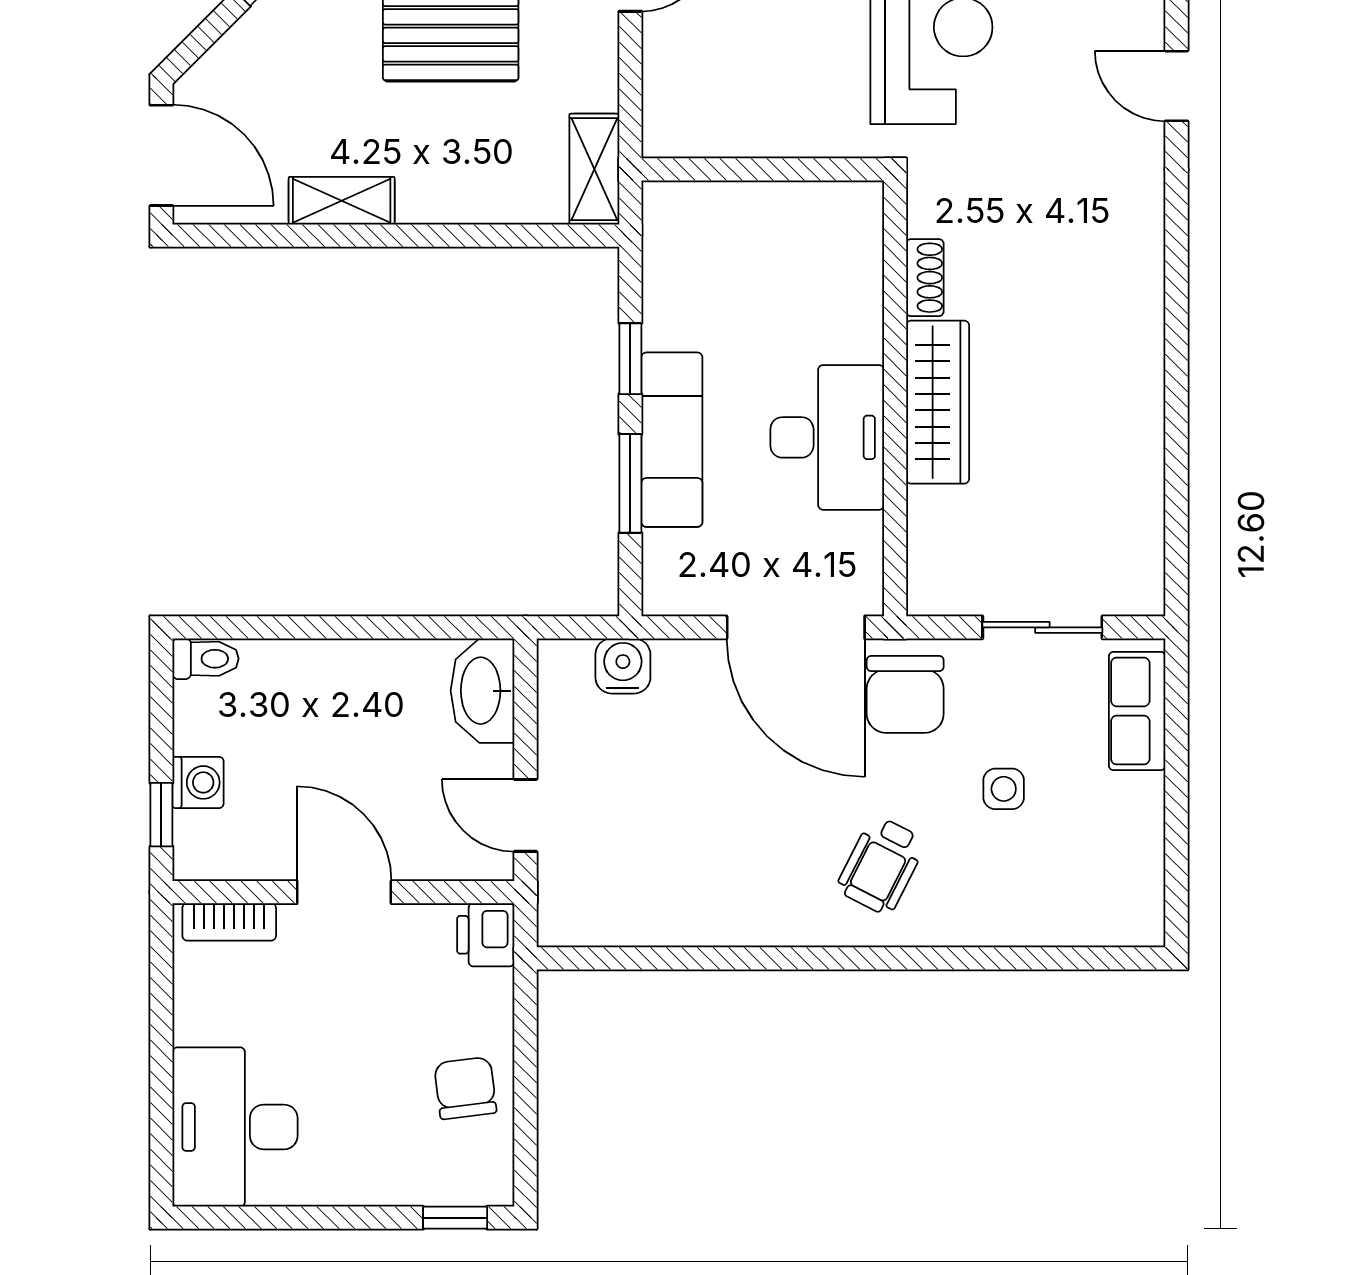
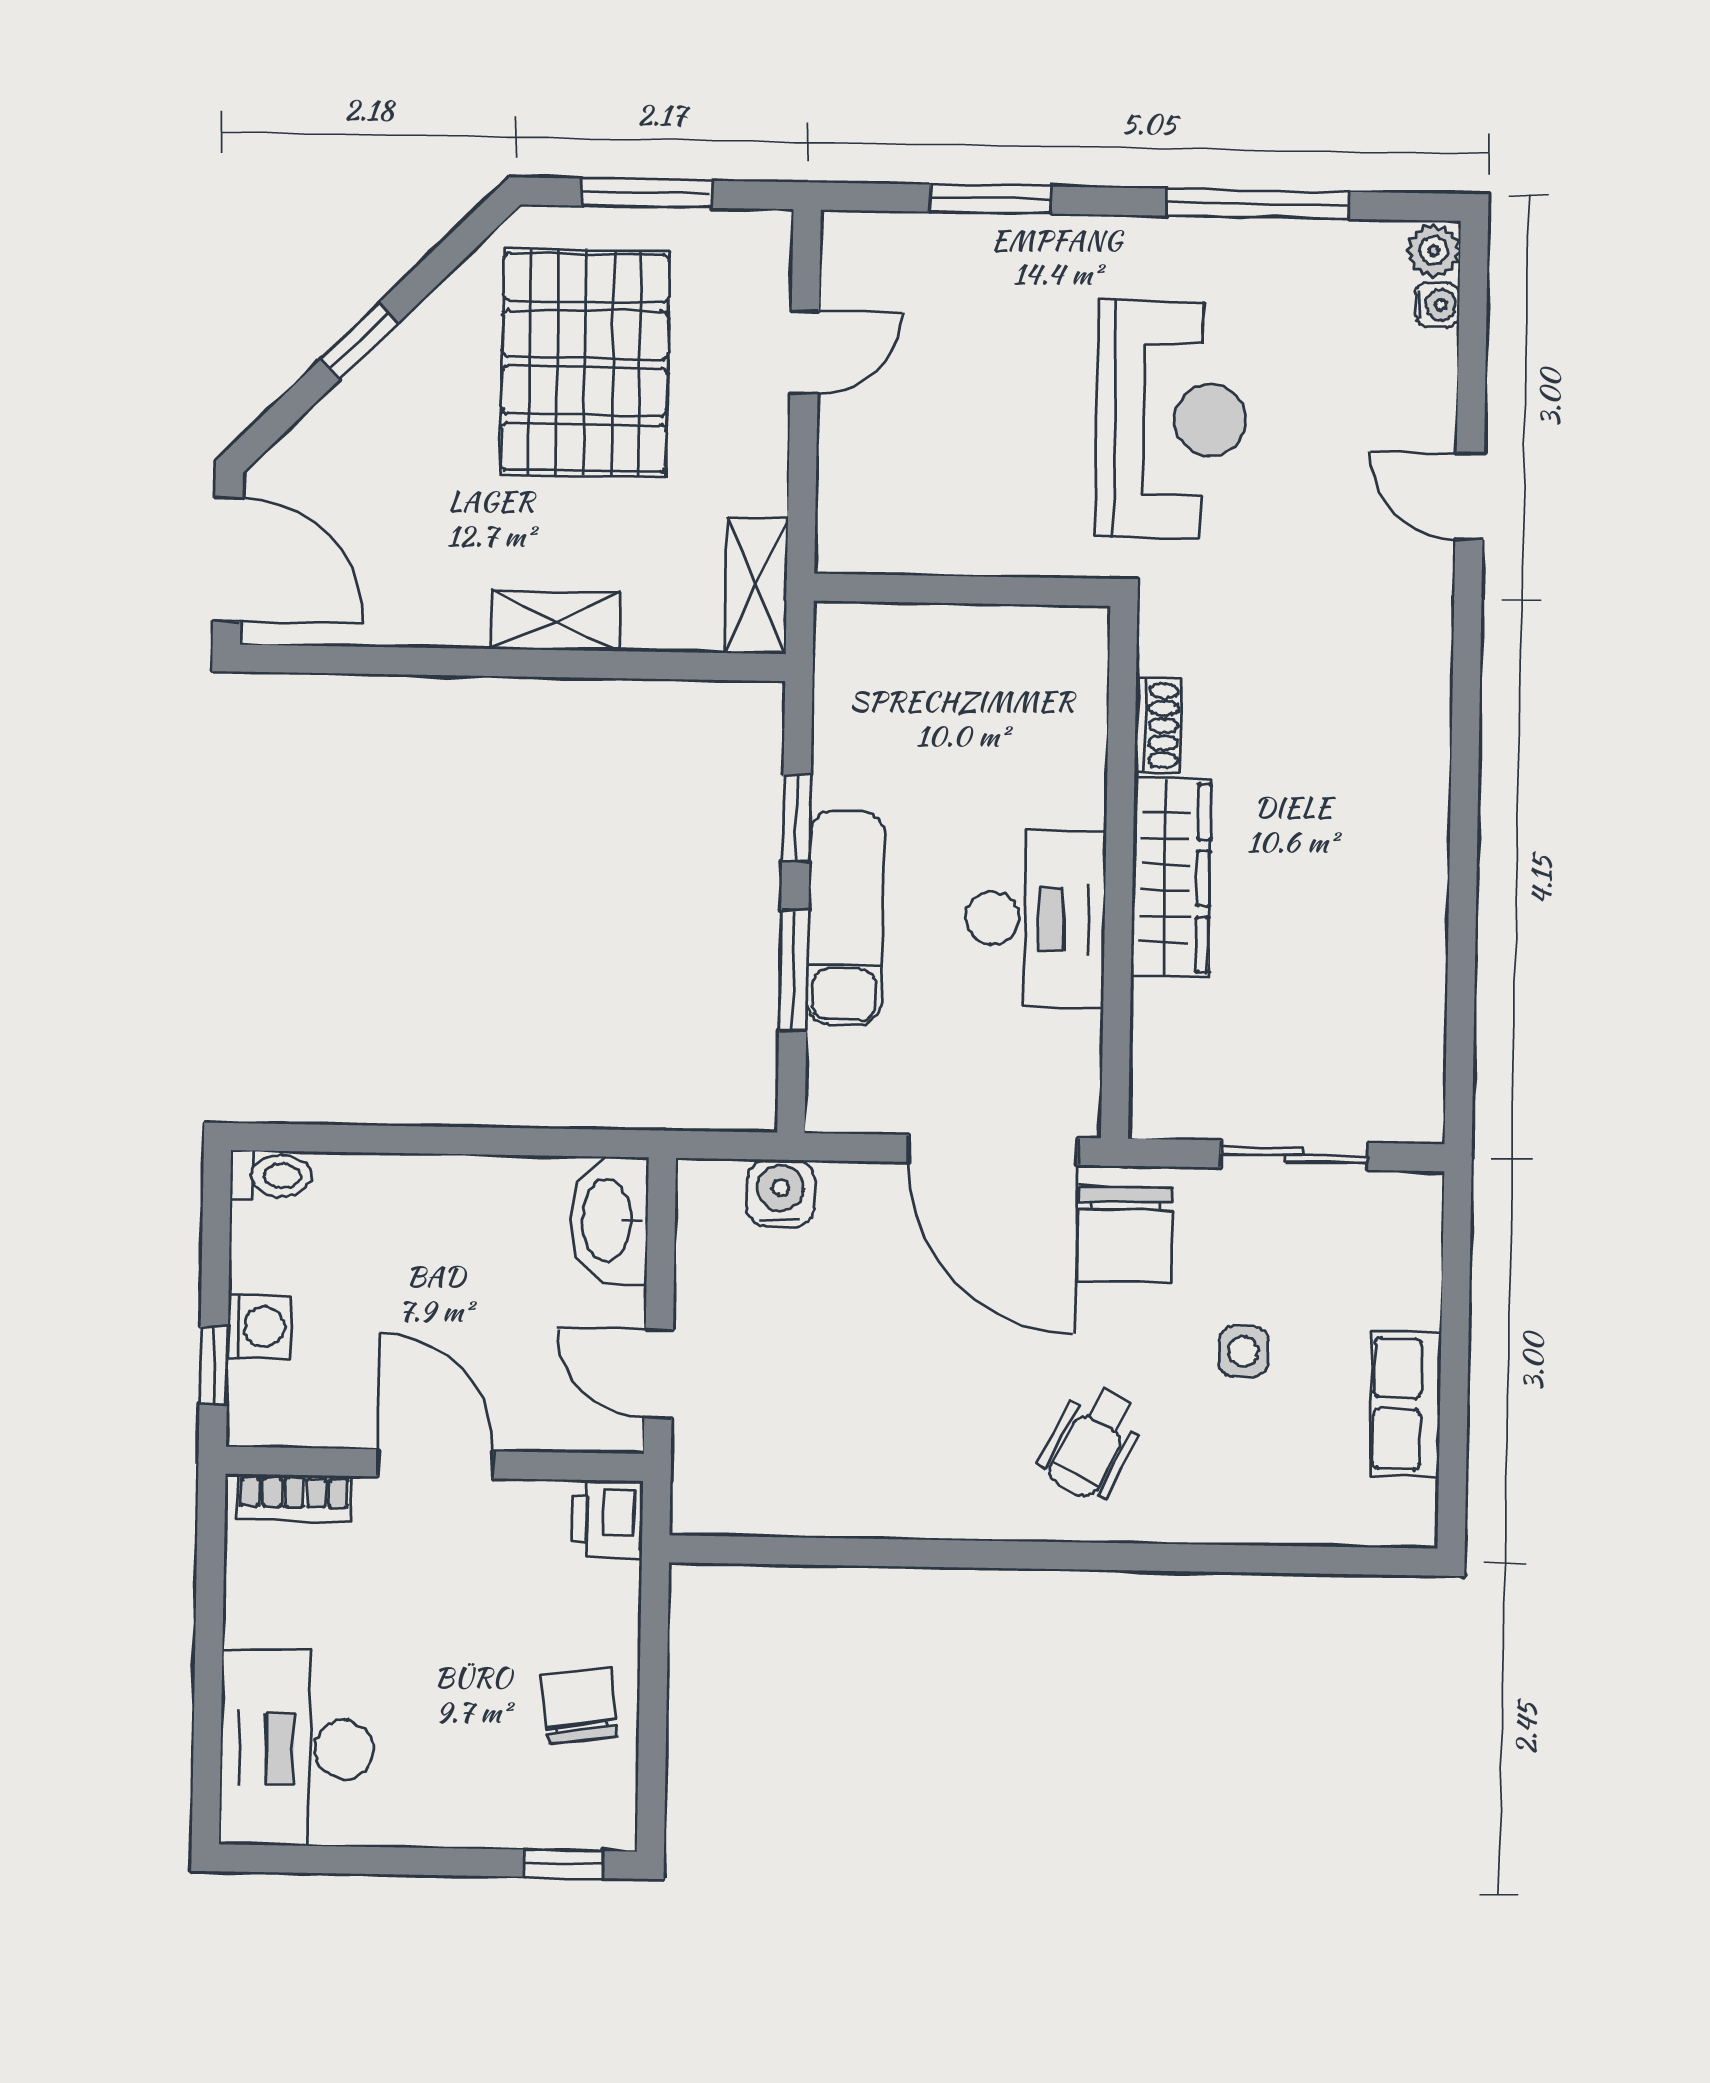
shelving: (342, 201) -> (556, 621), moved
row of seats: (1137, 711) -> (1406, 1404), moved

